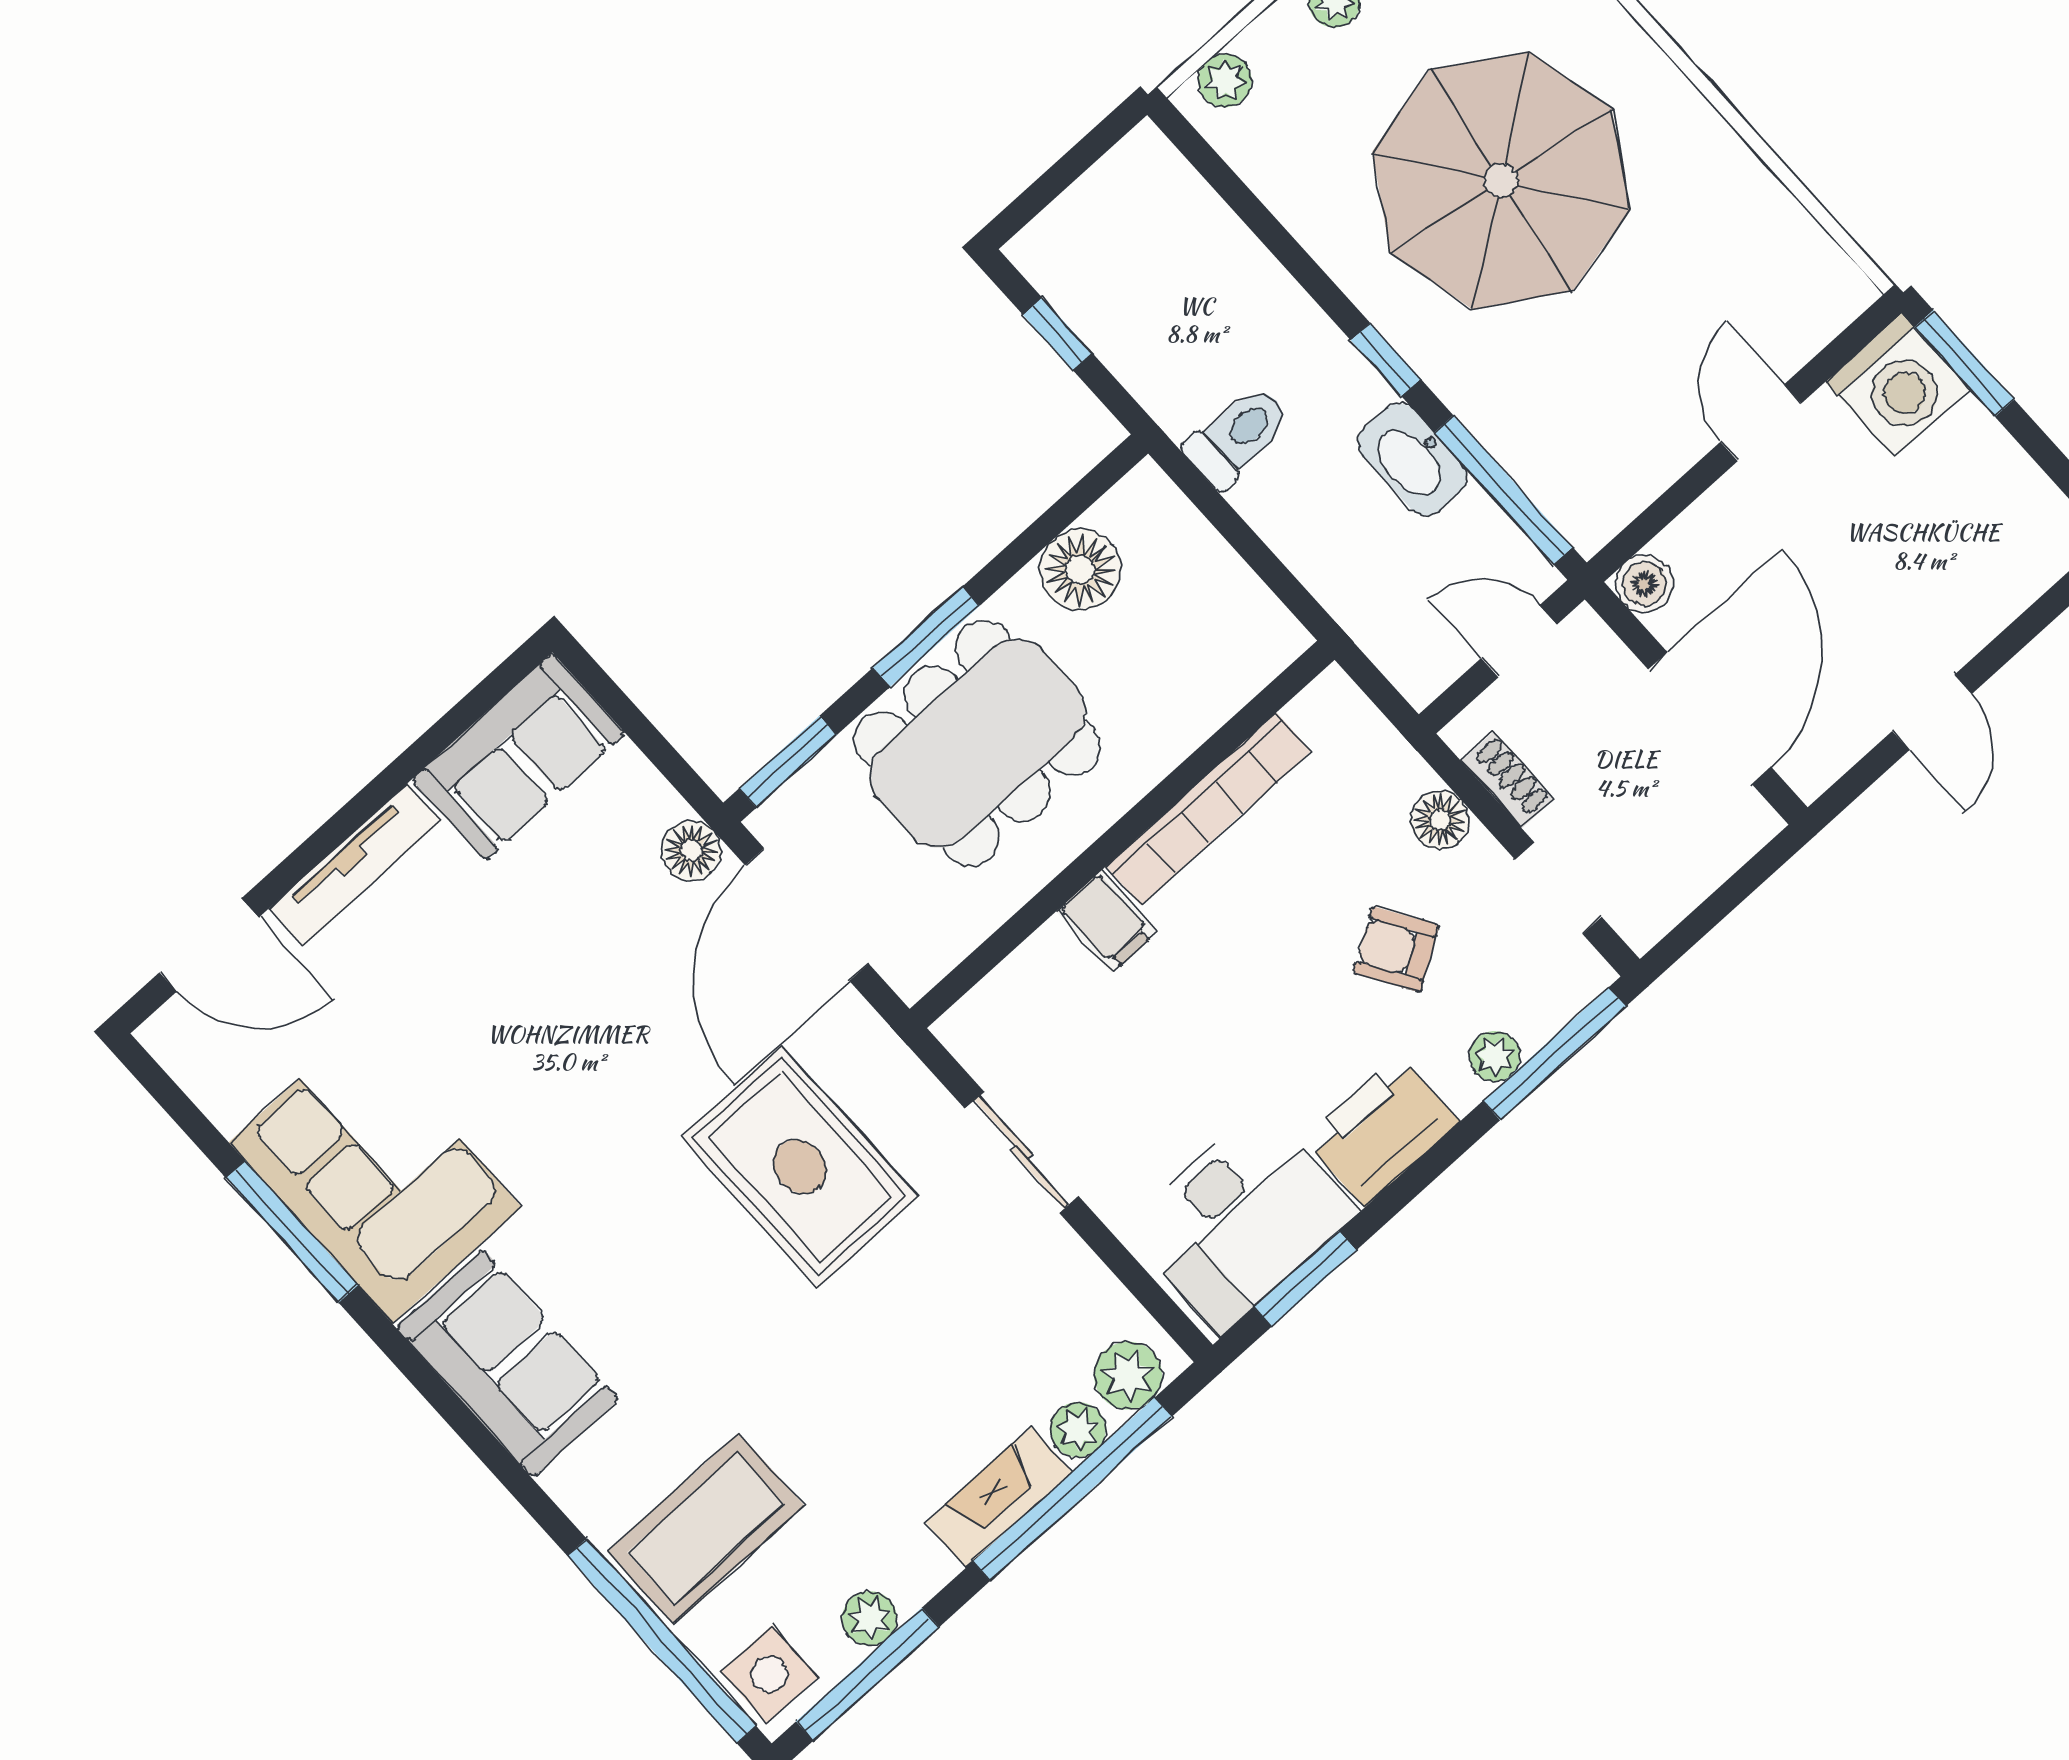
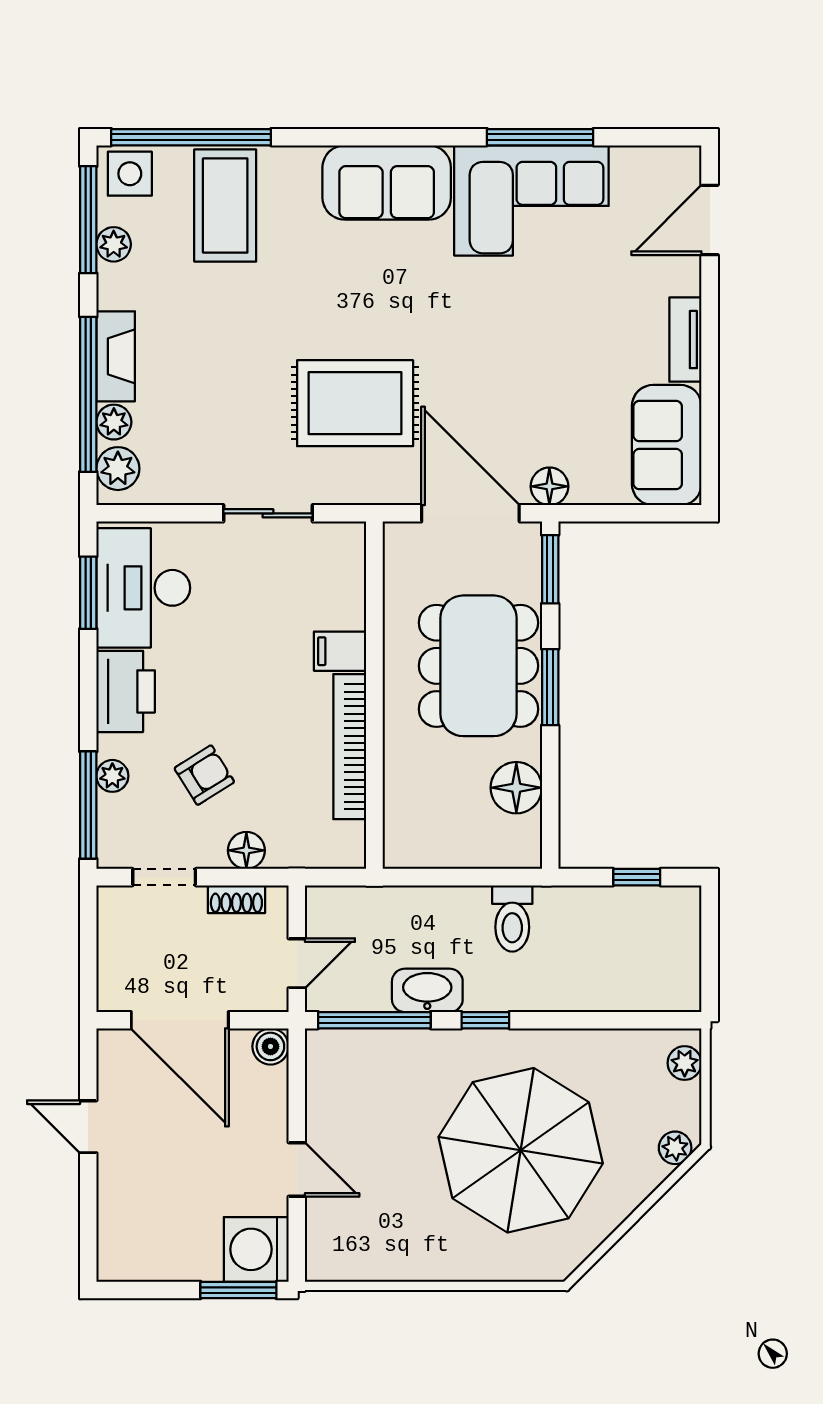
tv unit: (355, 865) -> (685, 340), width x0.71

